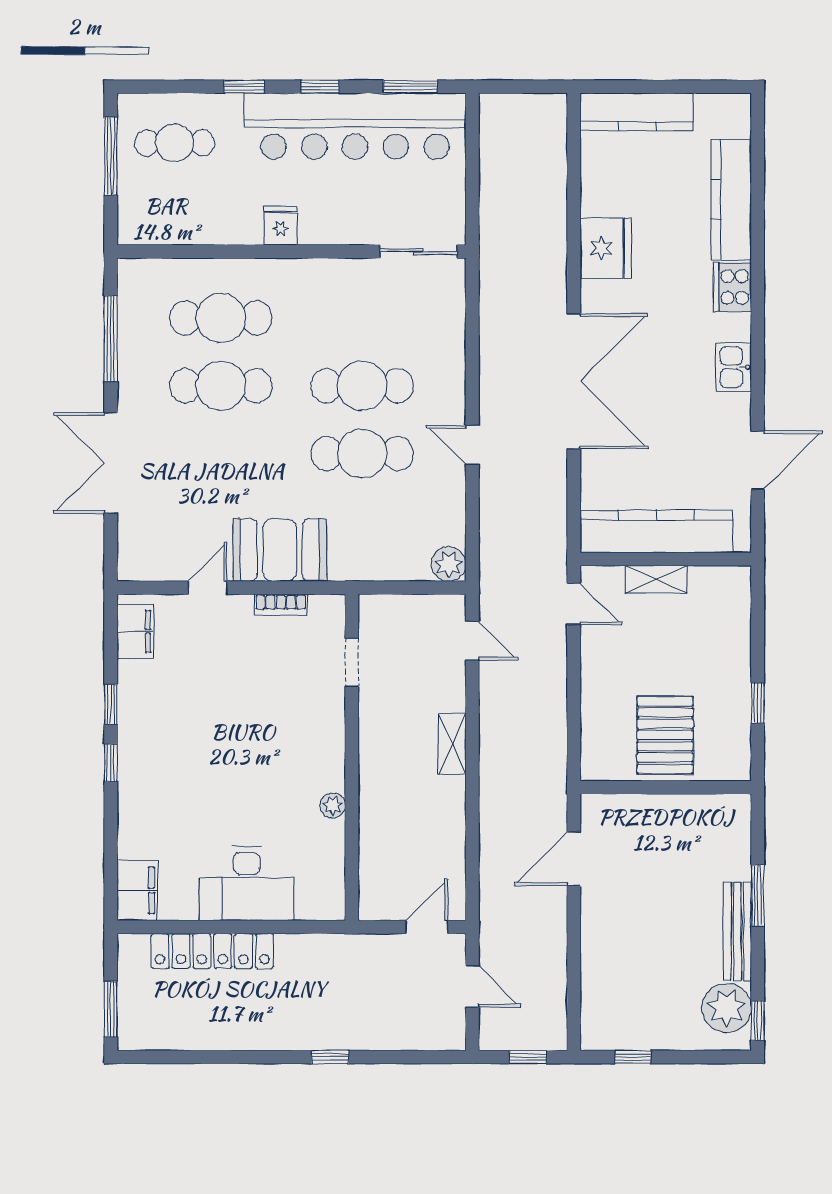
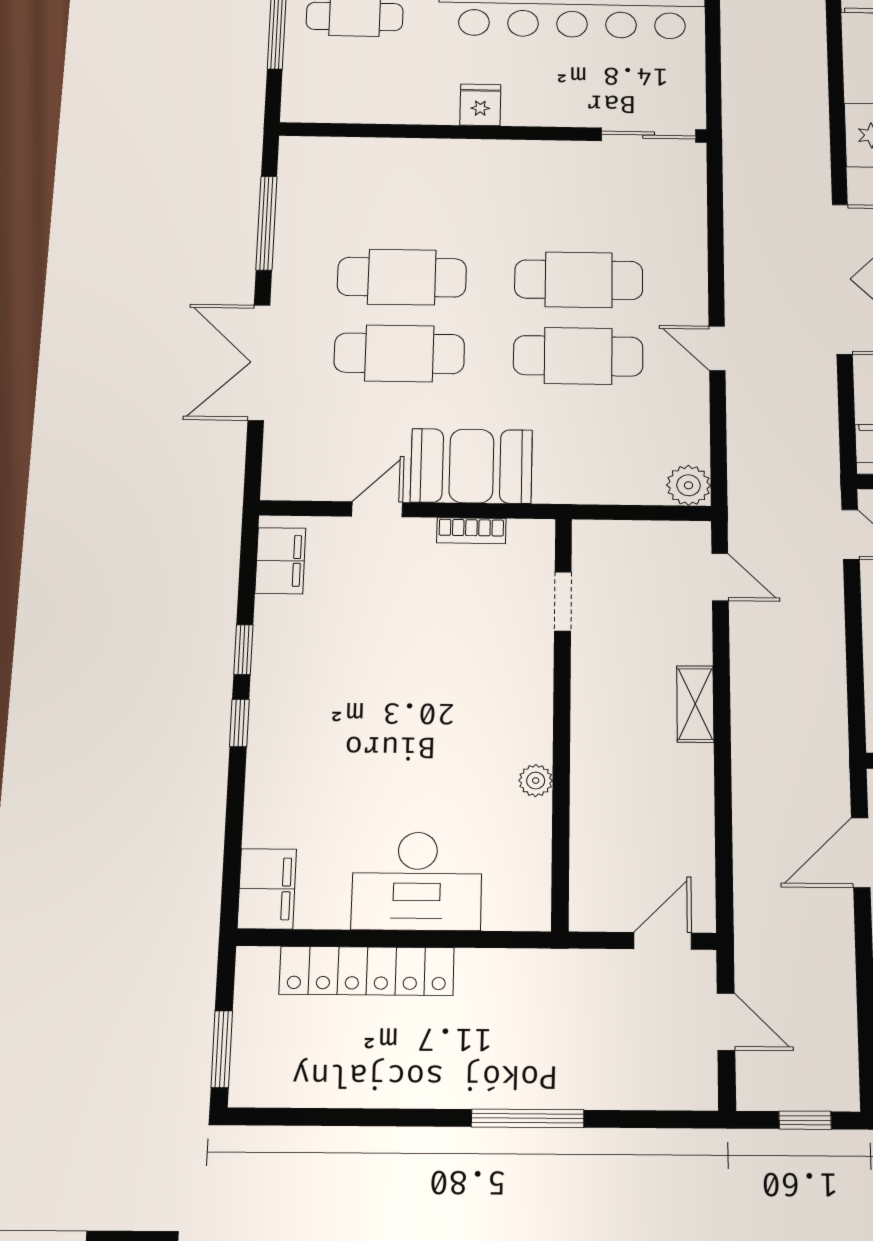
cafe table: (221, 318) -> (399, 353), moved
window: (330, 1057) -> (528, 1118), width x2.17

